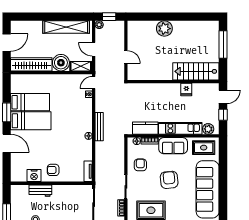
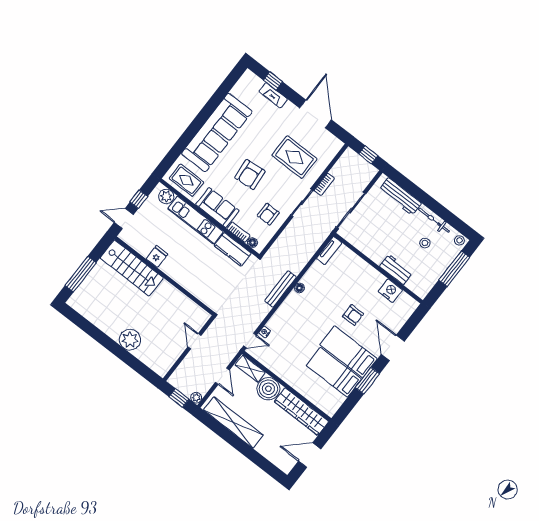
armchair: (53, 170) -> (353, 315), moved

